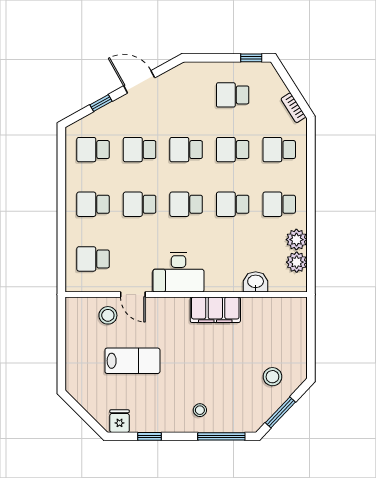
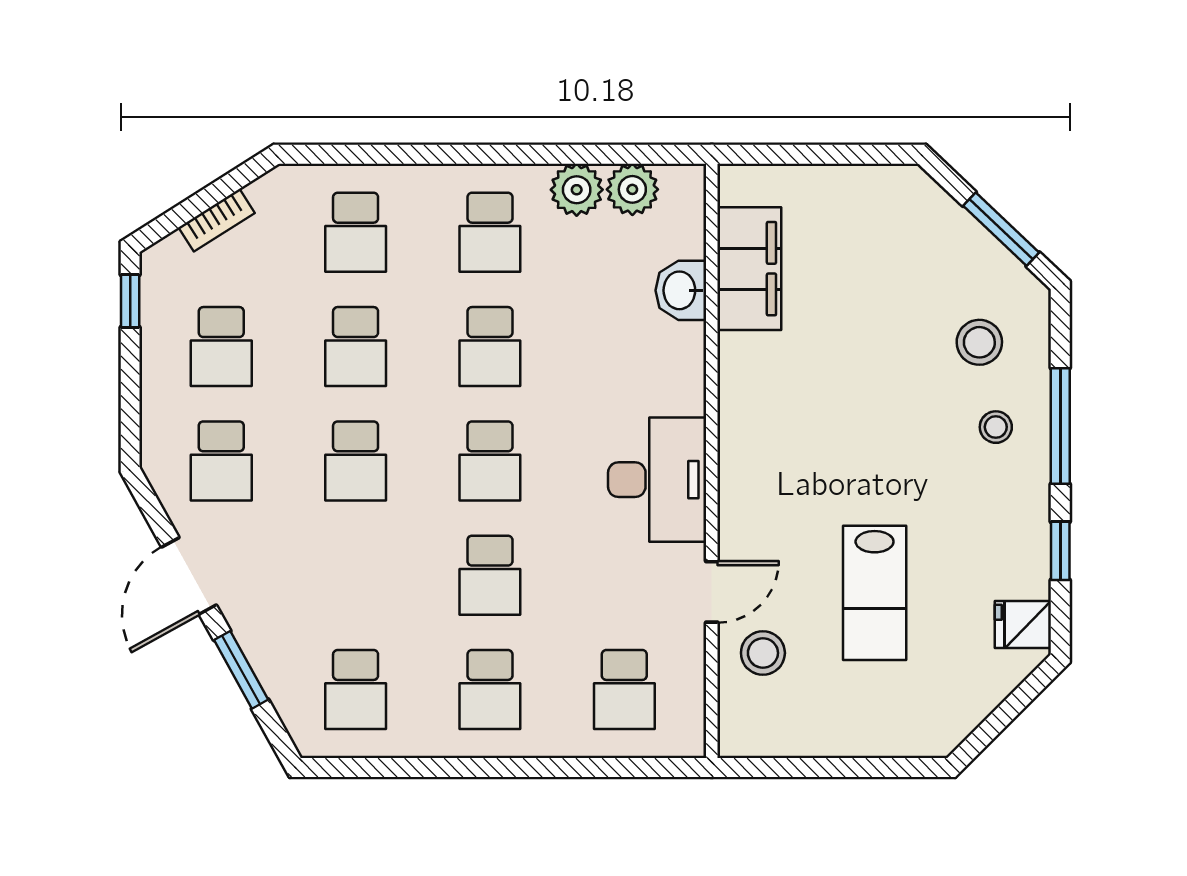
window: (101, 103) -> (241, 670), width x1.50
bookcase: (293, 108) -> (217, 220), moved
school desk: (140, 150) -> (221, 461), moved
filing cabinet: (215, 310) -> (749, 269), moved
lab bench: (132, 361) -> (875, 593), turned 180
stool: (272, 377) -> (979, 342), moved
window: (221, 436) -> (1060, 426), moved

